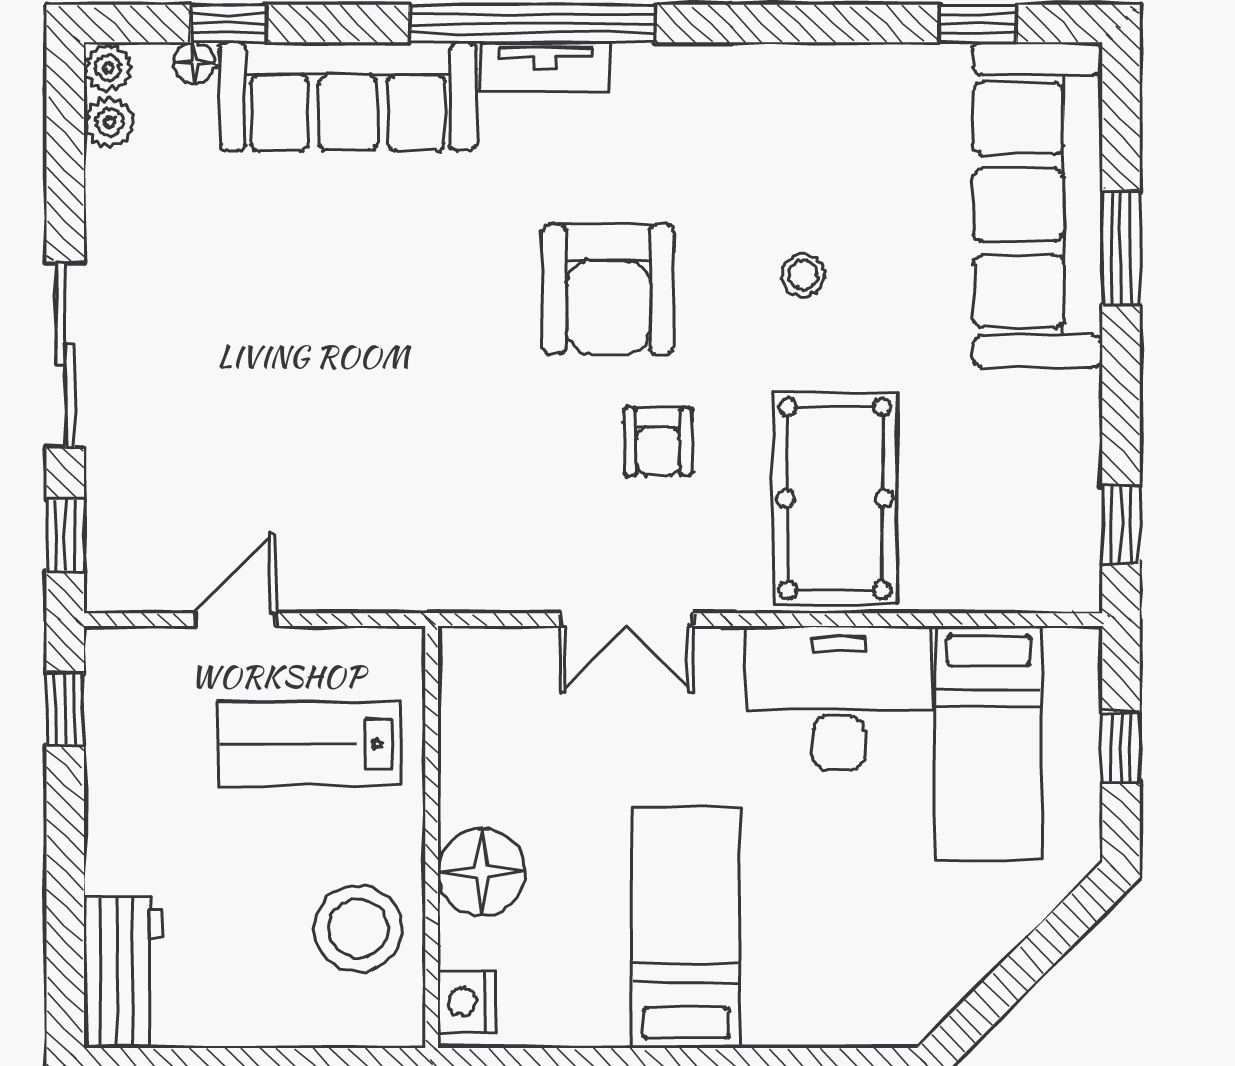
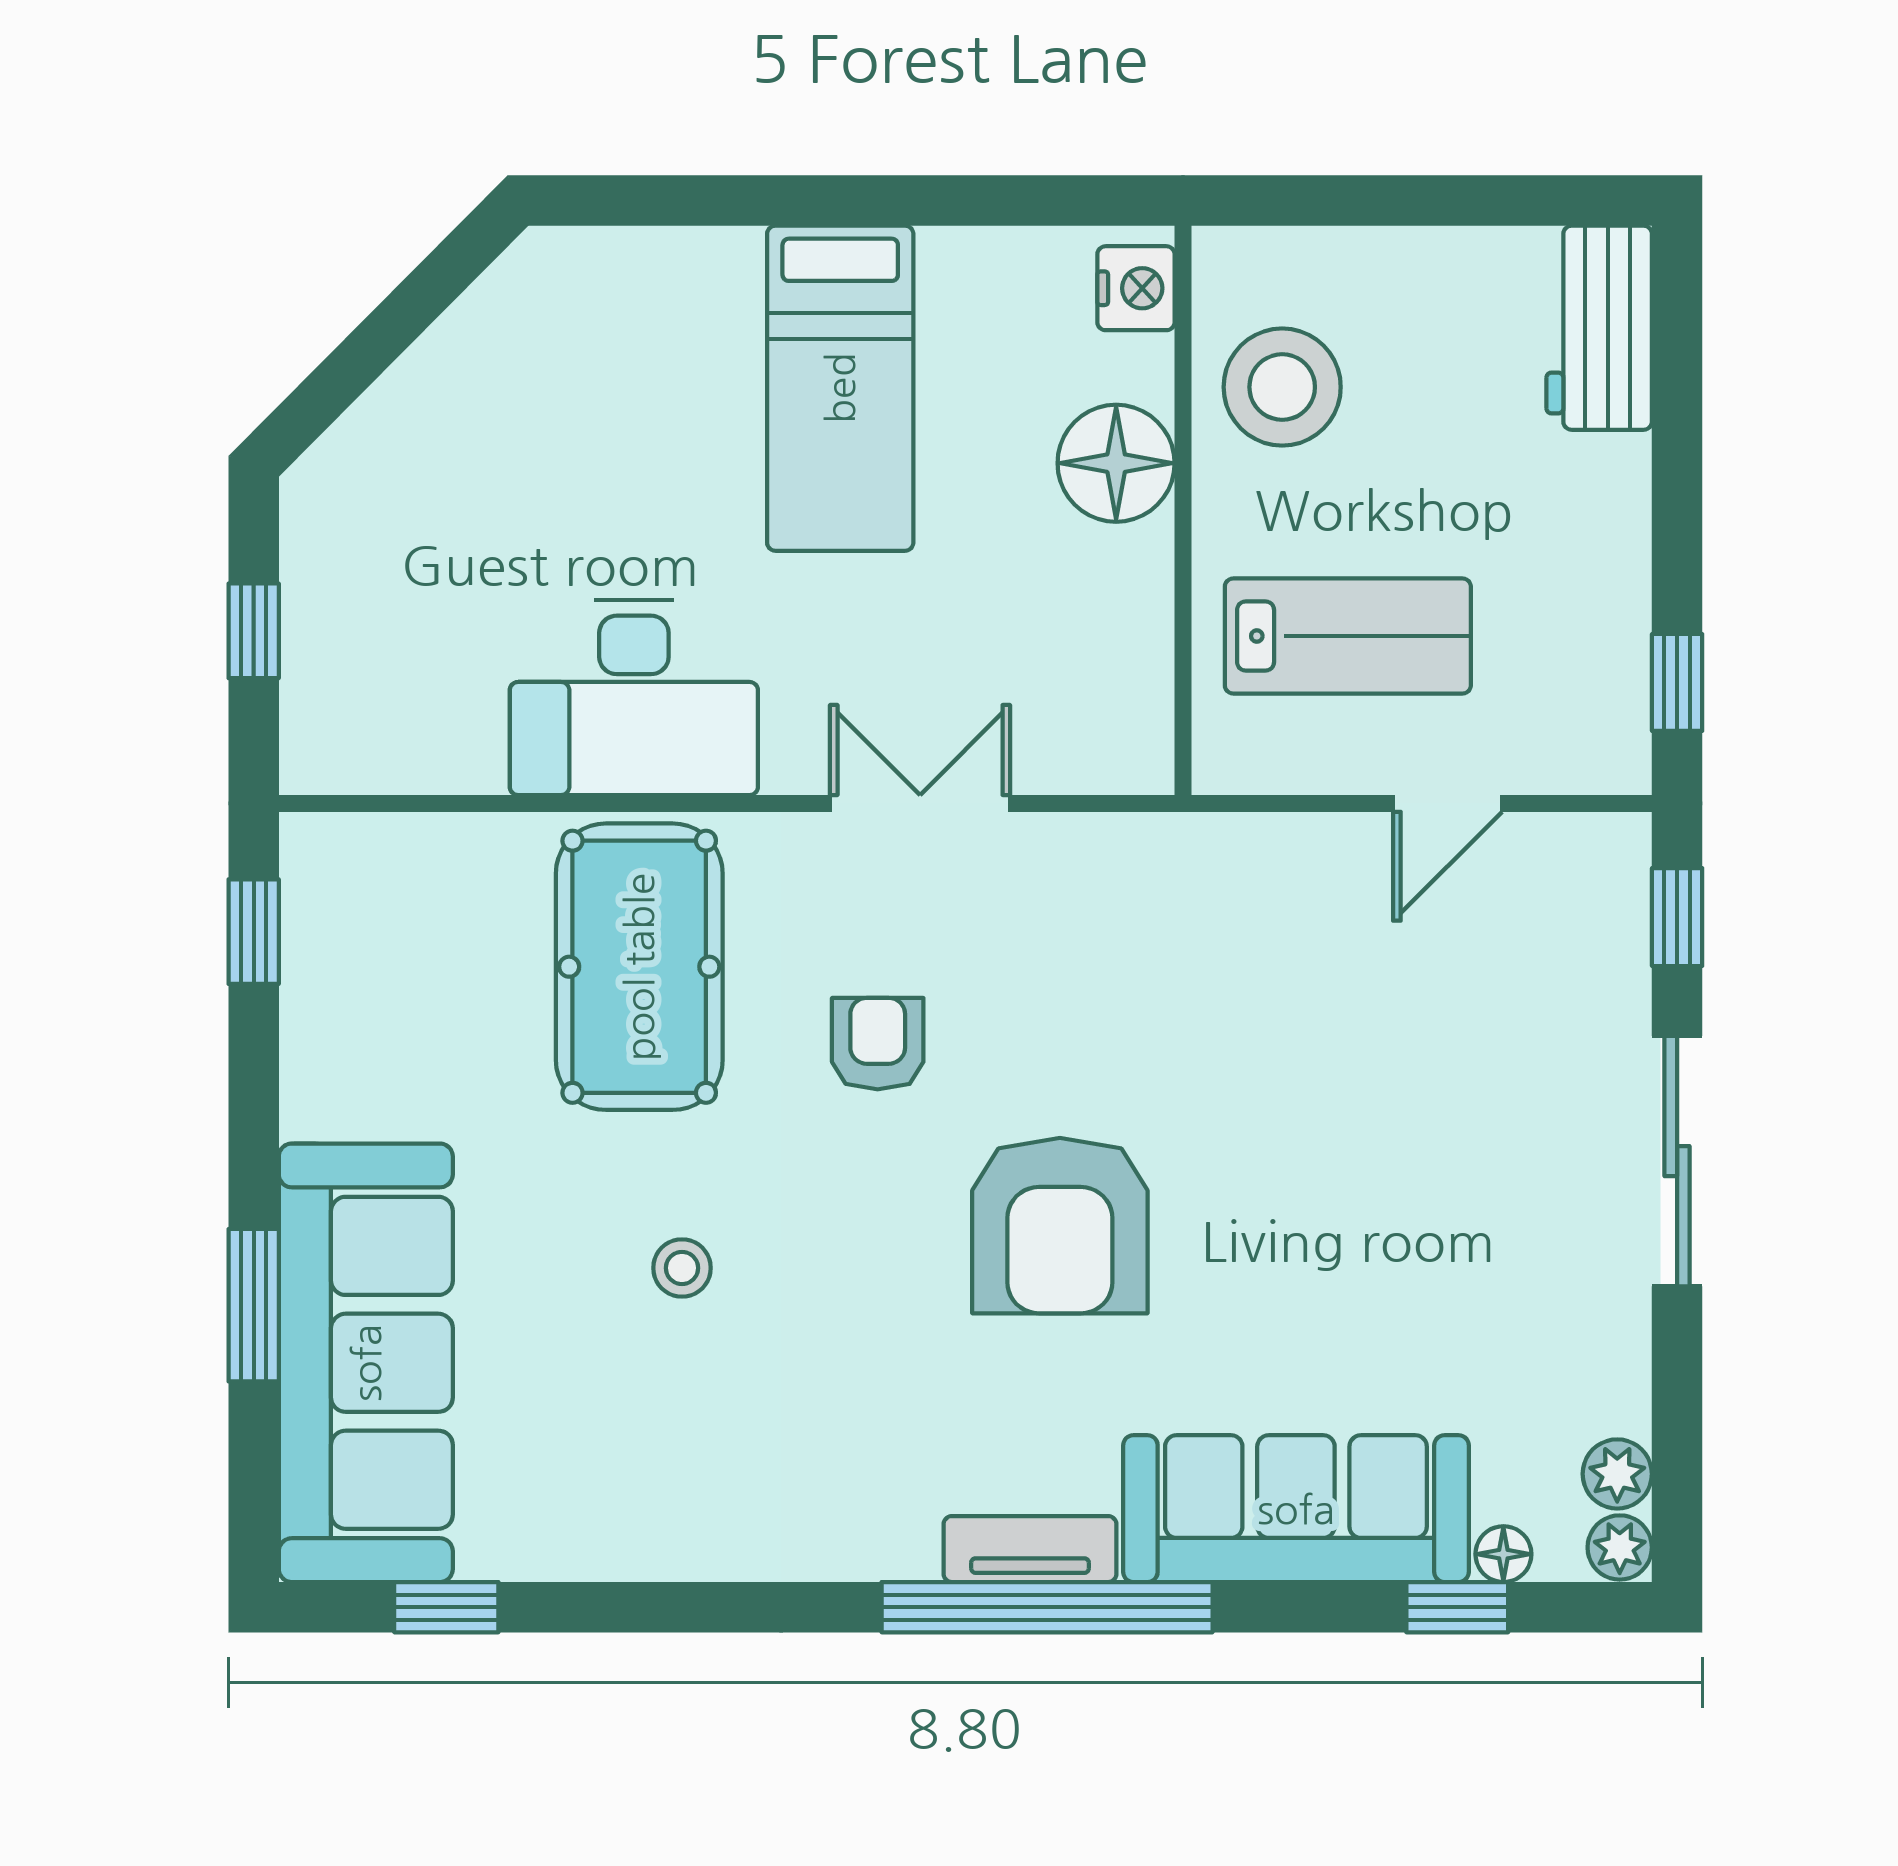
armchair: (608, 289) -> (1060, 1226), moved, turned 180
bed: (989, 743) -> (432, 637), removed

